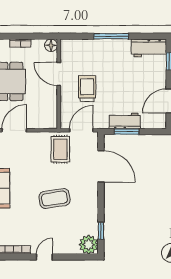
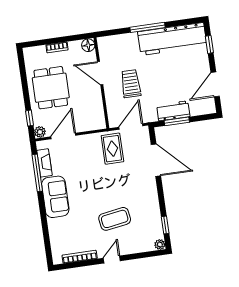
workbench: (149, 48) -> (172, 39), width x1.88, depth x1.32
coffee table: (54, 199) -> (115, 219), moved
plant: (89, 245) -> (160, 245), width x0.53, depth x0.53

